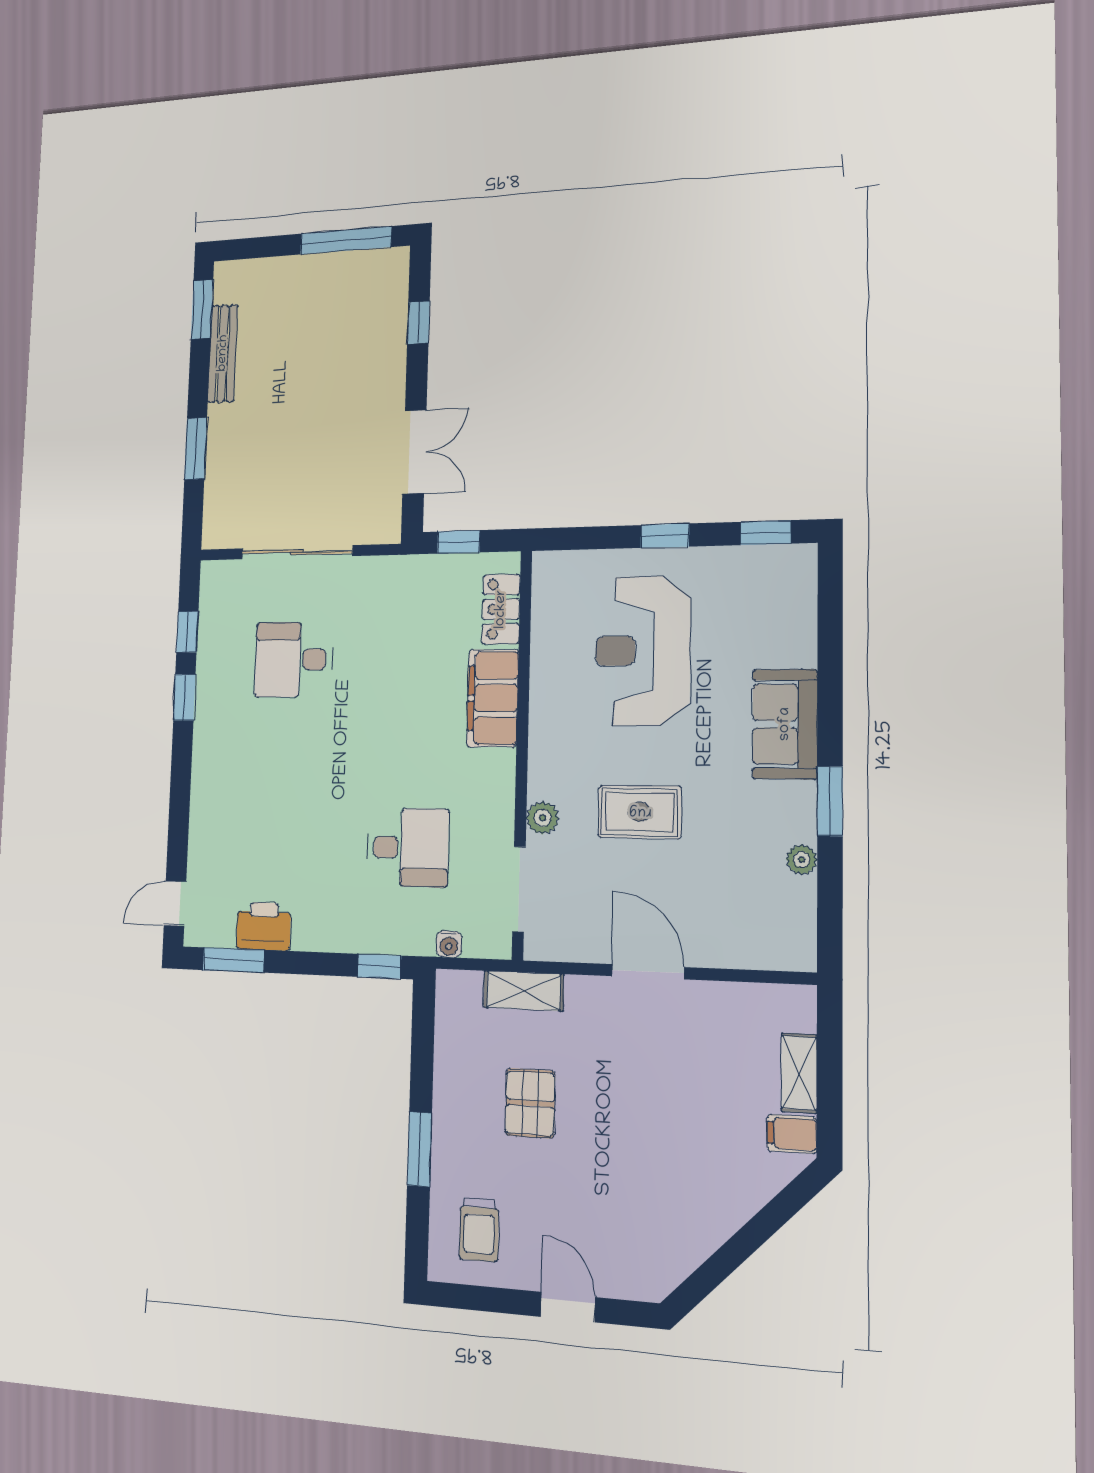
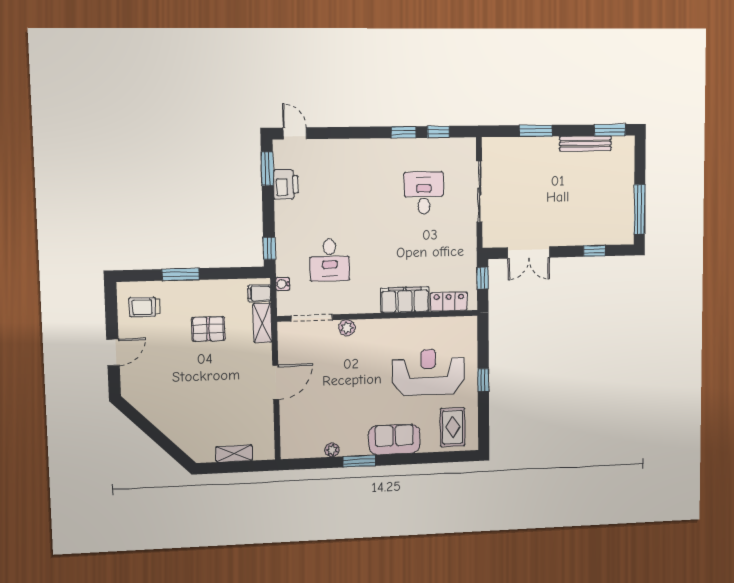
window: (766, 533) -> (484, 426), removed
rug: (640, 812) -> (453, 427), moved
filing cabinet: (792, 1134) -> (259, 293), moved, turned -90

